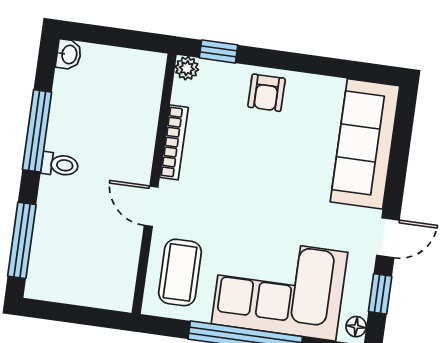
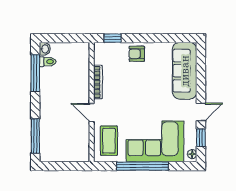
plant: (187, 68) -> (99, 48), removed
armchair: (266, 93) -> (137, 54), turned 90
window: (37, 131) -> (35, 73), moved
toilet: (60, 165) -> (48, 62), moved

